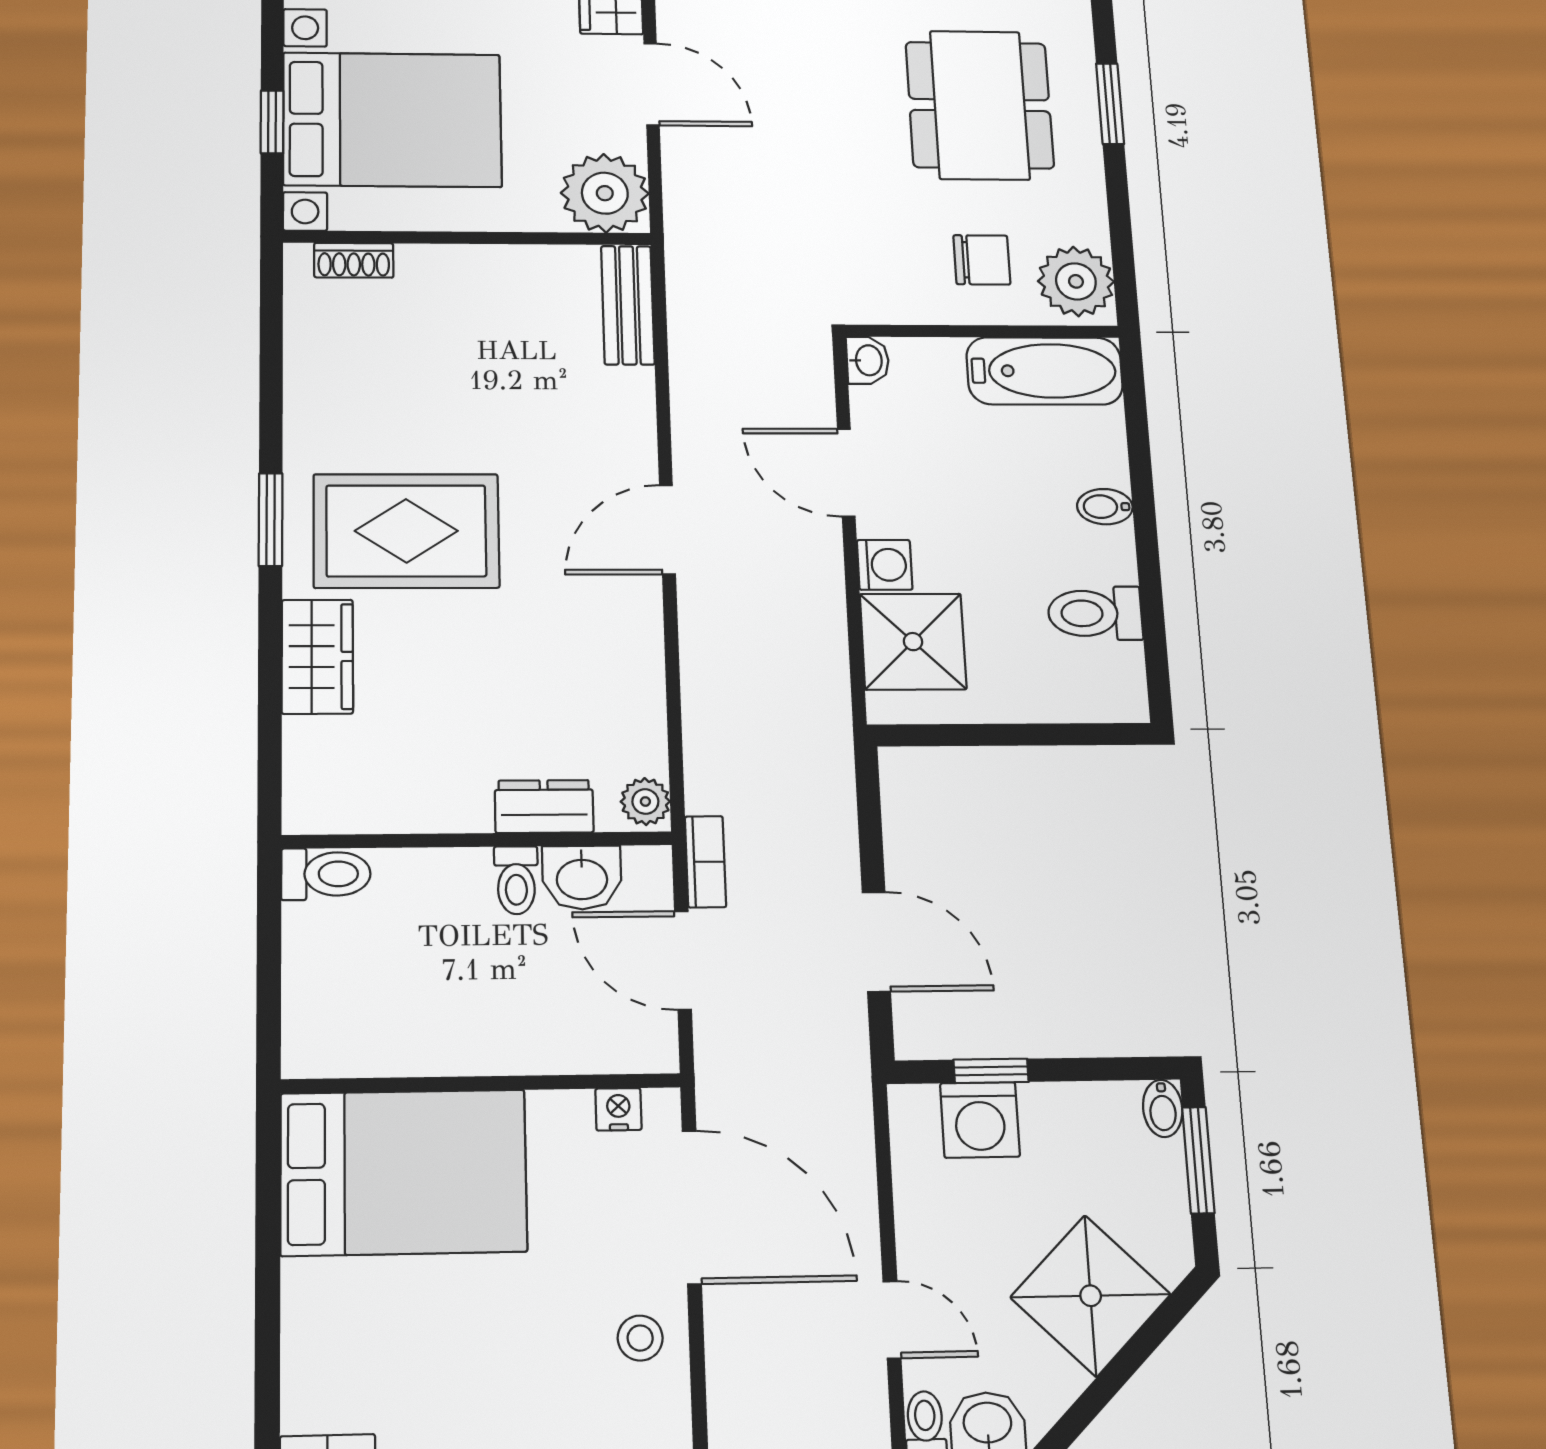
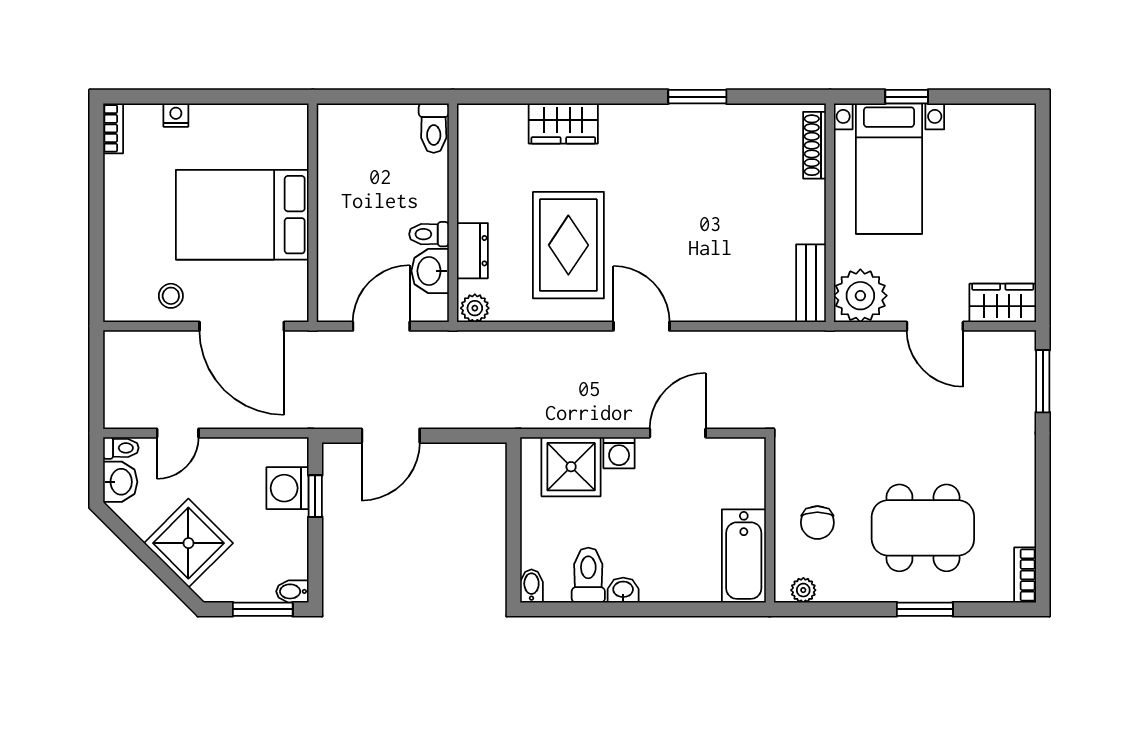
door: (651, 84) -> (935, 326), hinge flipped
bed with nightstands: (392, 120) -> (889, 169), width x0.73
shoe rack: (354, 260) -> (814, 145), width x1.43
plant: (1076, 281) -> (803, 590), width x0.53, depth x0.53
bench: (628, 305) -> (811, 283), moved, turned 90
washbasin: (868, 360) -> (623, 590), moved, turned 180
bidet: (1105, 507) -> (531, 586), moved
window: (271, 520) -> (697, 97), moved
rug: (406, 531) -> (568, 245), moved
bookcase: (705, 862) -> (439, 341), removed
nightstand: (618, 1109) -> (176, 115), moved, turned -90
bed: (403, 1172) -> (242, 215), moved, turned 90
door: (692, 1207) -> (242, 326), hinge flipped

